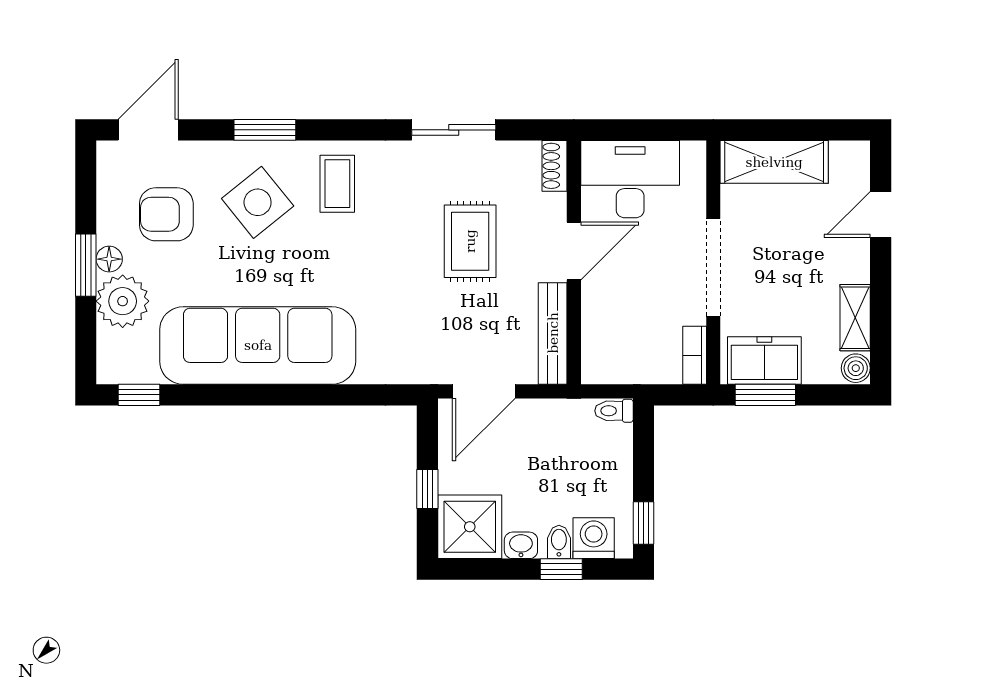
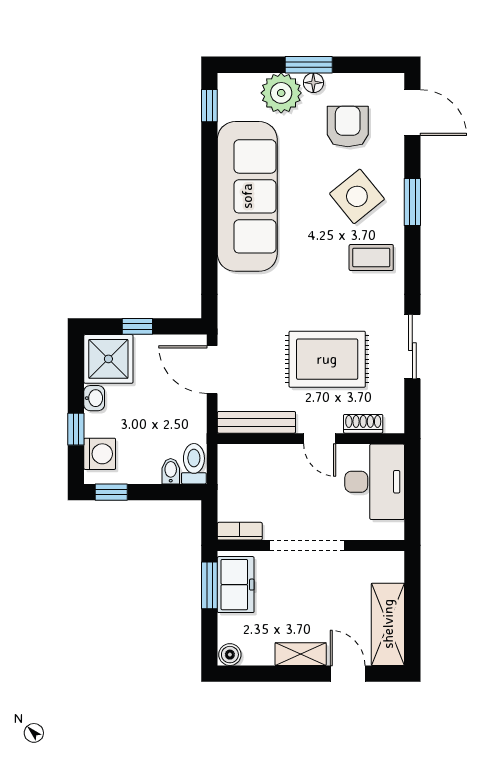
shelving: (774, 162) -> (388, 624), moved
shoe rack: (554, 166) -> (363, 424), moved
rug: (470, 241) -> (327, 359), width x1.36, depth x1.43
door: (574, 251) -> (320, 439), width x0.73
shelving: (855, 318) -> (301, 654), moved
toilet: (614, 411) -> (194, 464), width x1.37, depth x1.39
bidet: (559, 542) -> (171, 471), moved, turned -90

